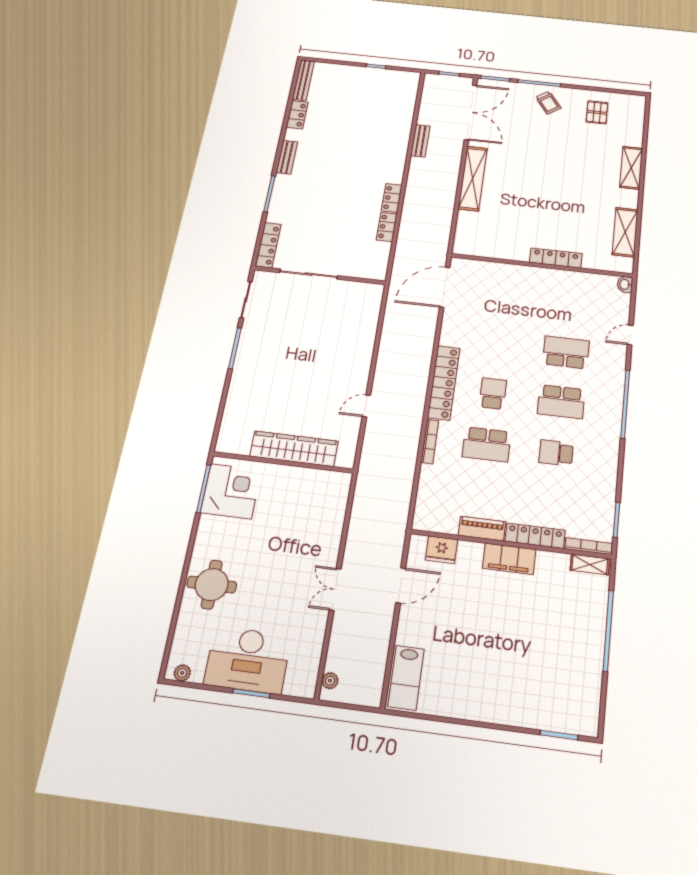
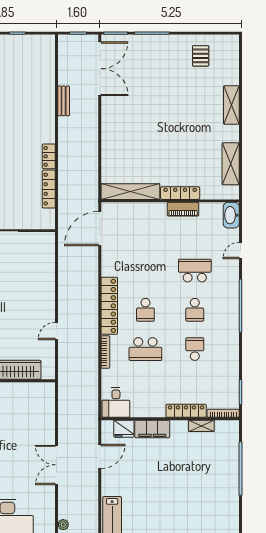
trolley: (548, 103) -> (161, 51), removed
shelving: (473, 178) -> (130, 192), moved, turned 90
locker: (387, 227) -> (49, 189), width x1.53
washbasin: (625, 284) -> (231, 215), width x1.91, depth x1.45
school desk: (493, 394) -> (145, 310), turned 180
school desk: (561, 402) -> (195, 310), width x0.54
school desk: (556, 453) -> (195, 349), turned 90
desk: (435, 511) -> (116, 402), added
piano: (482, 529) -> (183, 209), moved, turned 180
filing cabinet: (509, 559) -> (152, 429), moved
shelving: (590, 564) -> (201, 426), moved
double door: (335, 589) -> (56, 465), width x1.37

